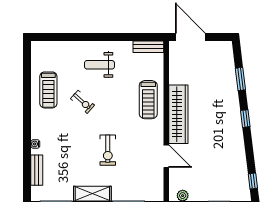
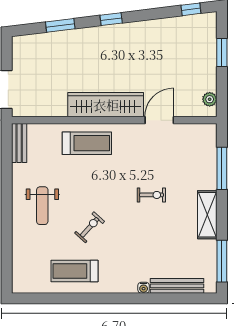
treadmill: (48, 90) -> (75, 271), turned 180
exercise bike: (108, 150) -> (151, 195), width x0.73, depth x0.72
bench: (37, 170) -> (177, 286), width x1.36

